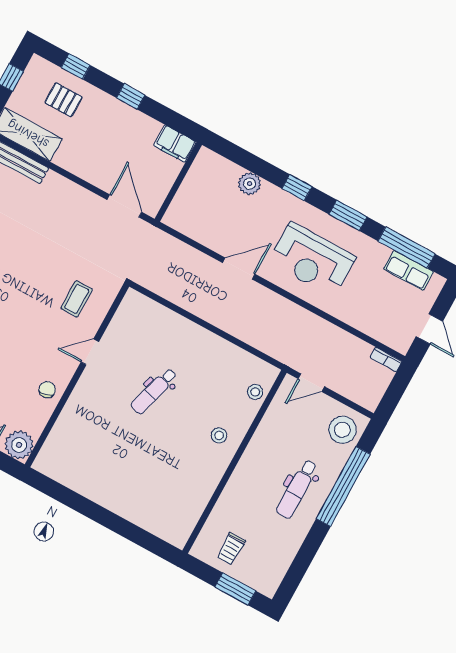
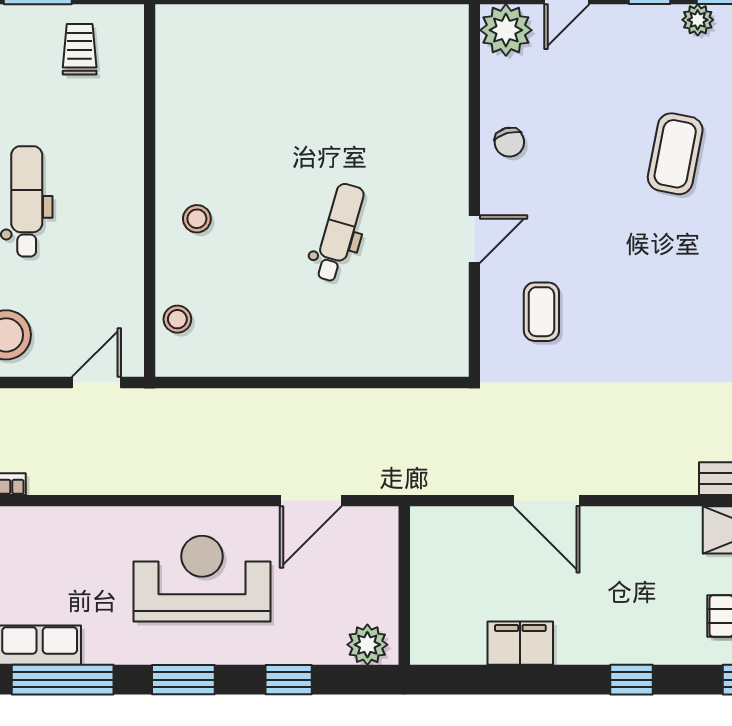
wall: (178, 182) -> (404, 586), moved

